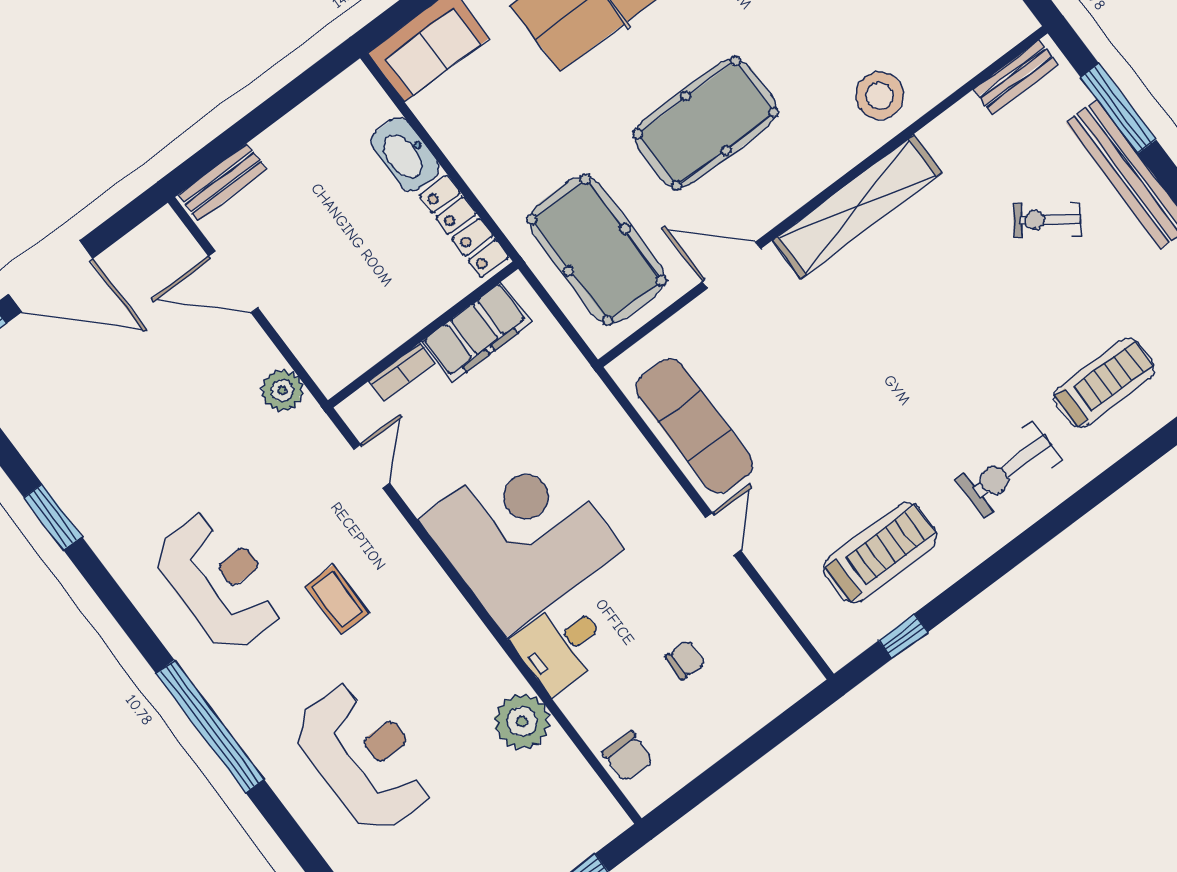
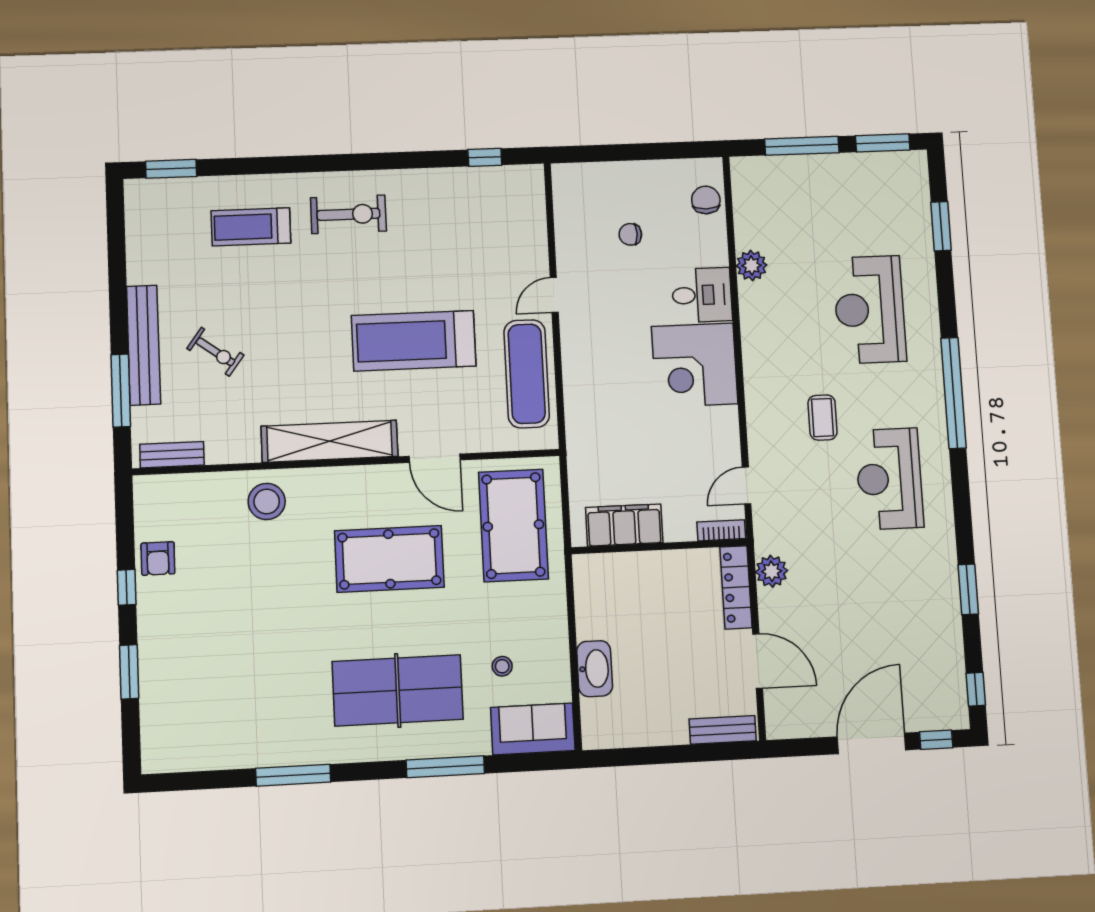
stool: (506, 90) -> (502, 666), added
locker: (464, 226) -> (736, 587), moved, turned 180
door: (51, 276) -> (871, 743), hinge flipped
bookcase: (402, 372) -> (721, 530), moved
corner desk: (521, 534) -> (695, 365), width x0.74, depth x0.74
treadmill: (880, 553) -> (414, 341), moved, width x1.37, depth x1.38
plant: (522, 721) -> (752, 265), width x0.73, depth x0.73

